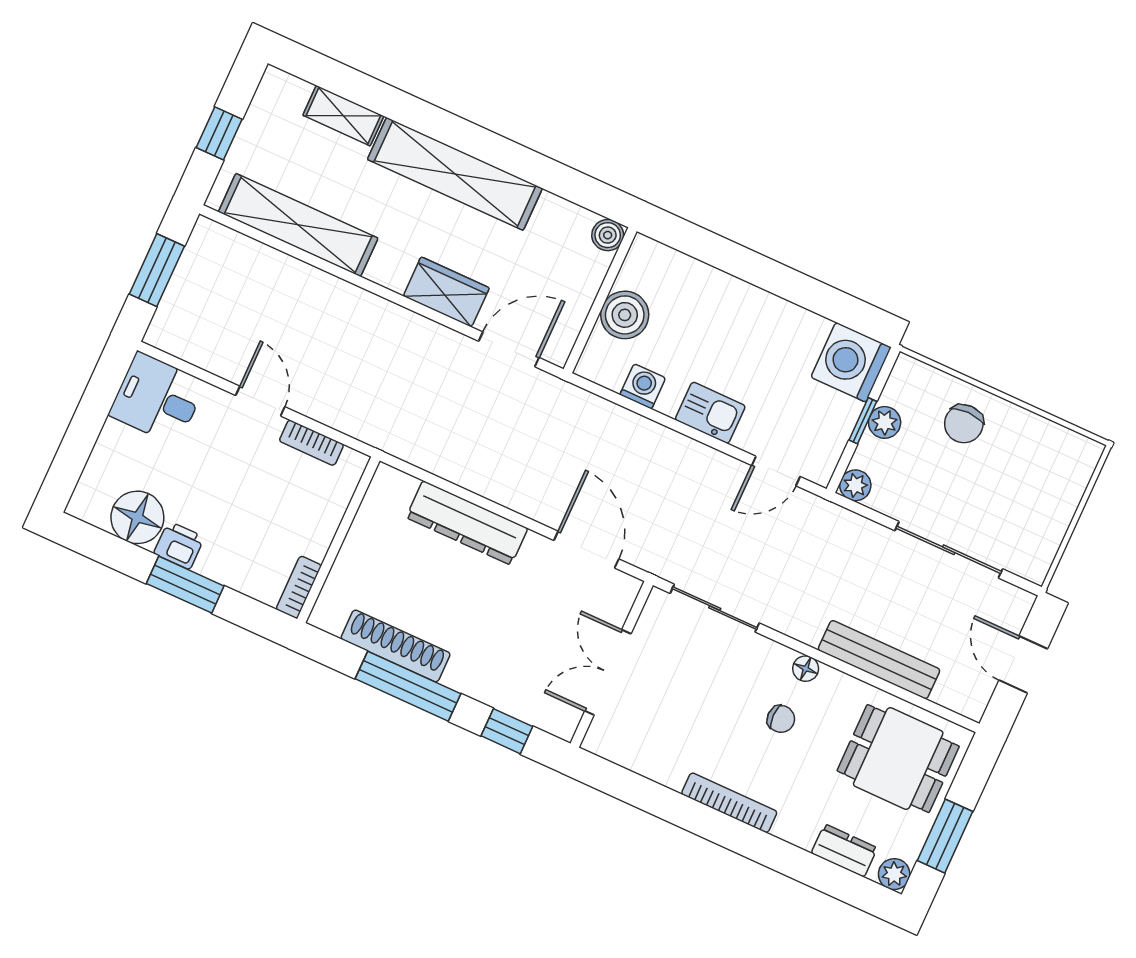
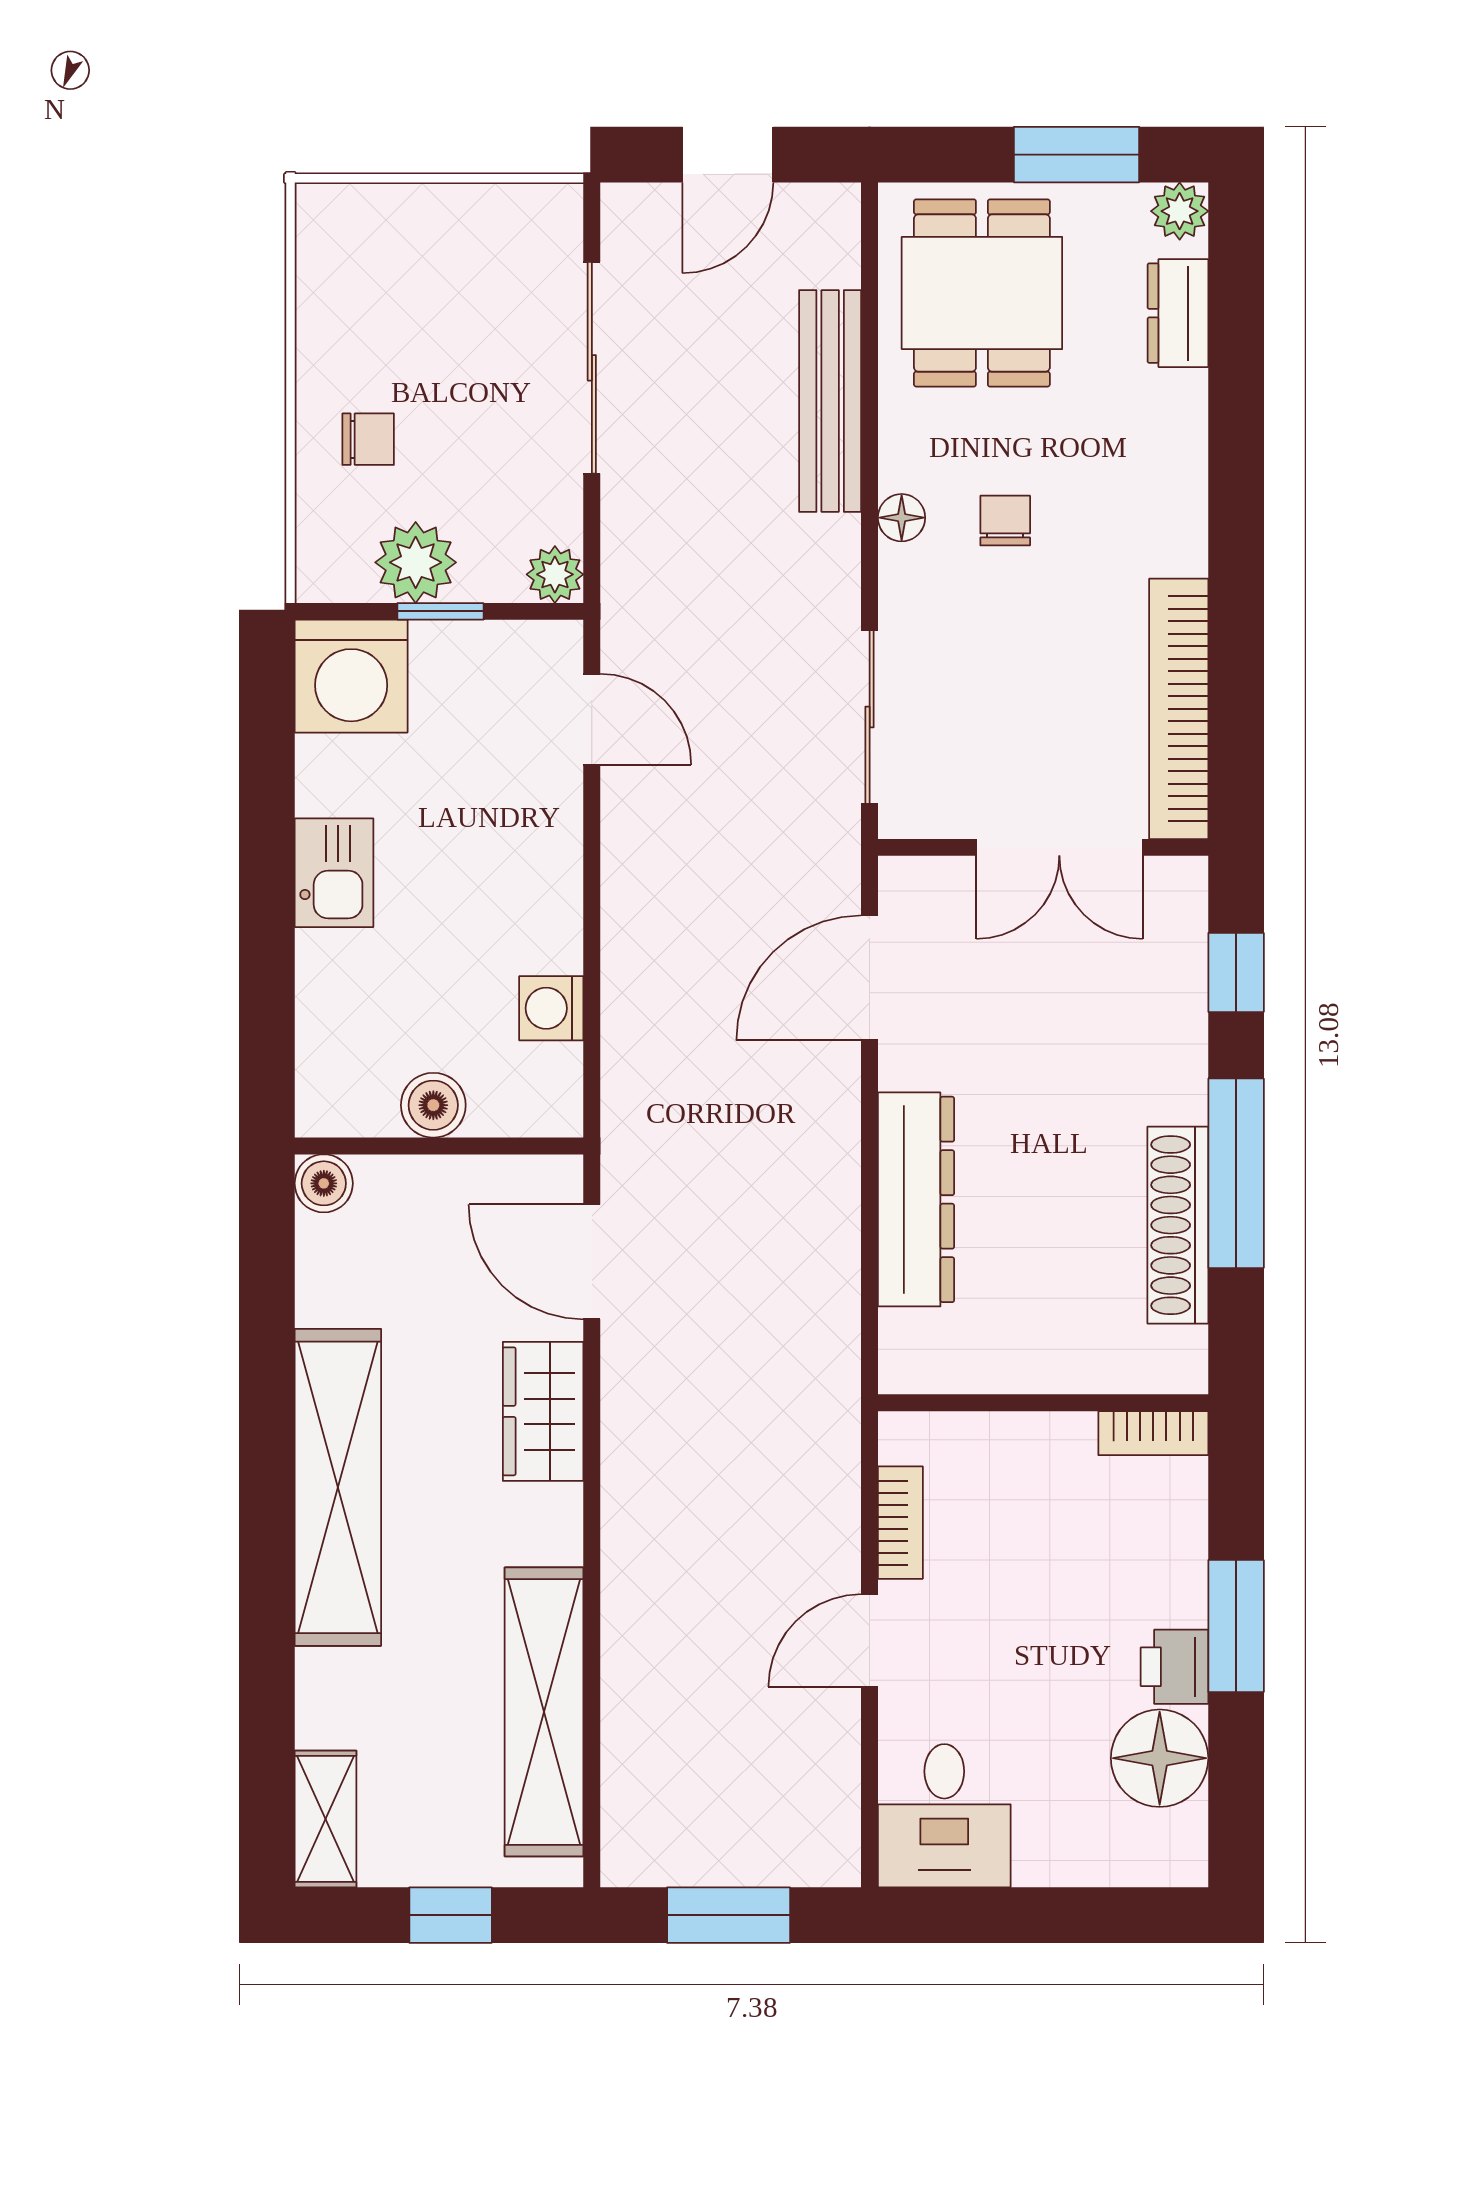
shelving: (343, 116) -> (325, 1819), moved
boiler: (625, 315) -> (433, 1105), width x0.73, depth x0.73
kitchen sink: (710, 413) -> (334, 873), moved, turned 180
plant: (885, 422) -> (416, 562), width x1.38, depth x1.38
chair: (964, 424) -> (368, 439), width x0.73, depth x0.73
bookcase: (729, 803) -> (1179, 709), moved, width x1.48, depth x1.31

